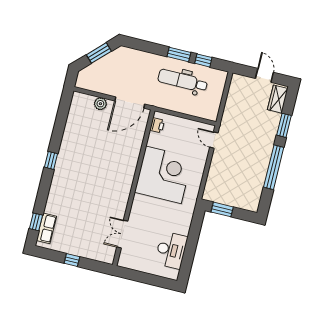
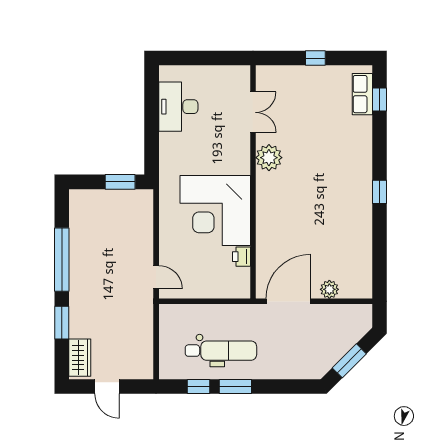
printer: (157, 125) -> (241, 257), moved
plant: (119, 201) -> (269, 158), added

